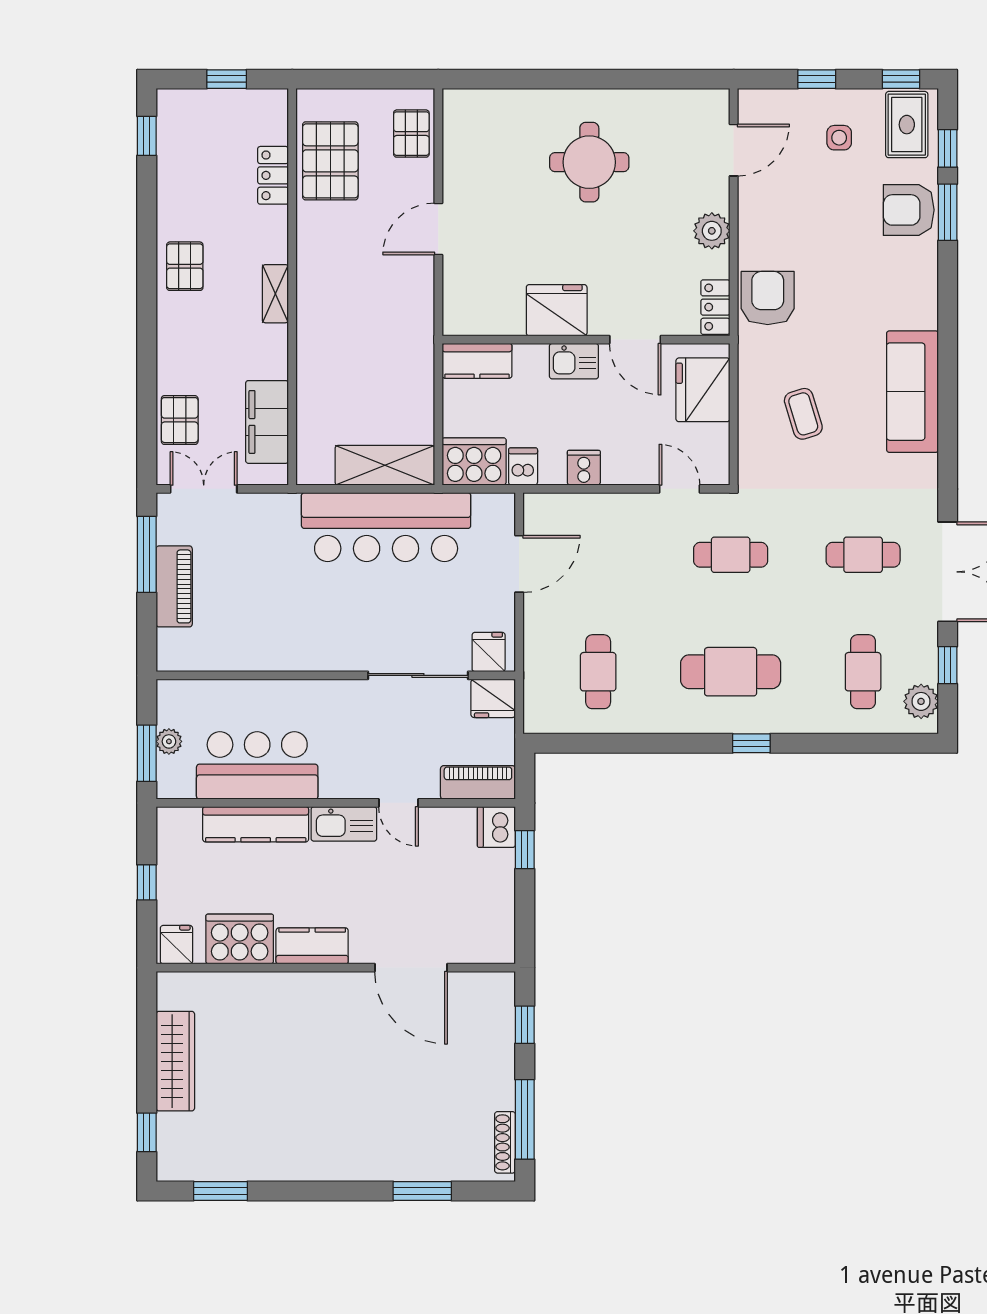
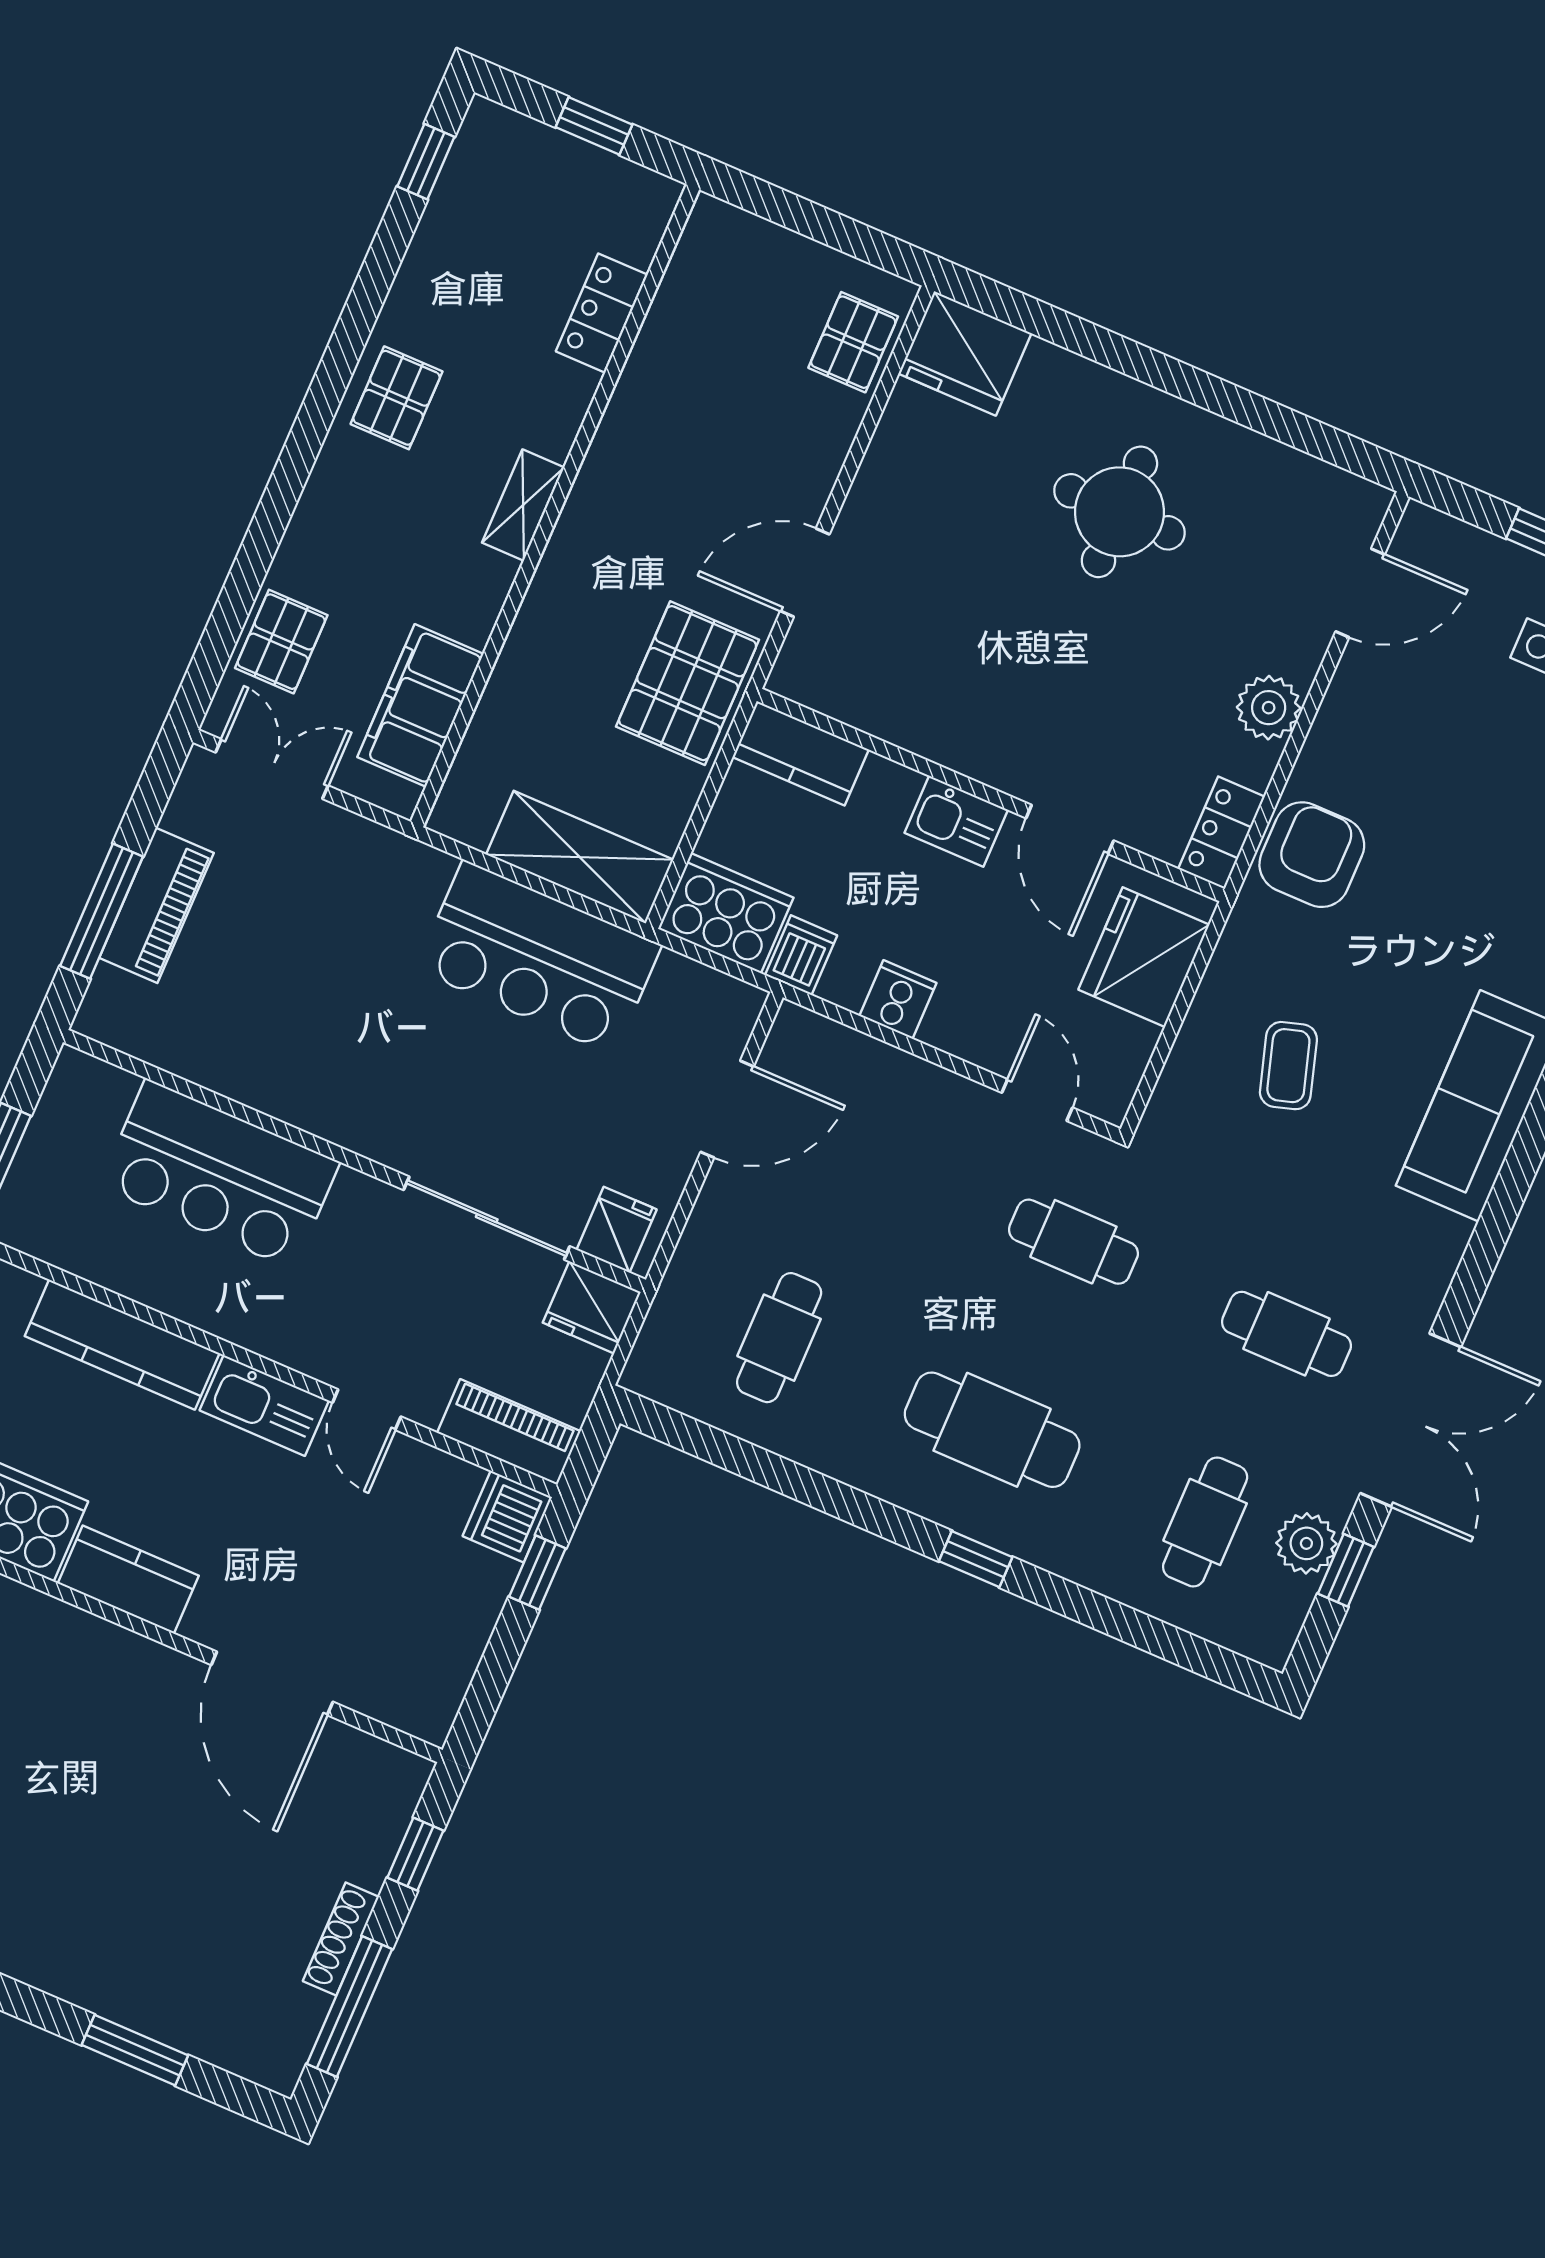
pallet: (330, 161) -> (688, 683), moved
door: (438, 229) -> (805, 573), moved
fridge: (557, 310) -> (965, 353), moved, turned 180
bar counter: (386, 527) -> (539, 957), width x0.73
window: (147, 554) -> (102, 911), moved
plant: (921, 701) -> (1306, 1543), moved
plant: (169, 741) -> (40, 1151), removed
bar counter: (257, 765) -> (220, 1174), moved, turned 180
shoe rack: (505, 1142) -> (341, 1939), moved

